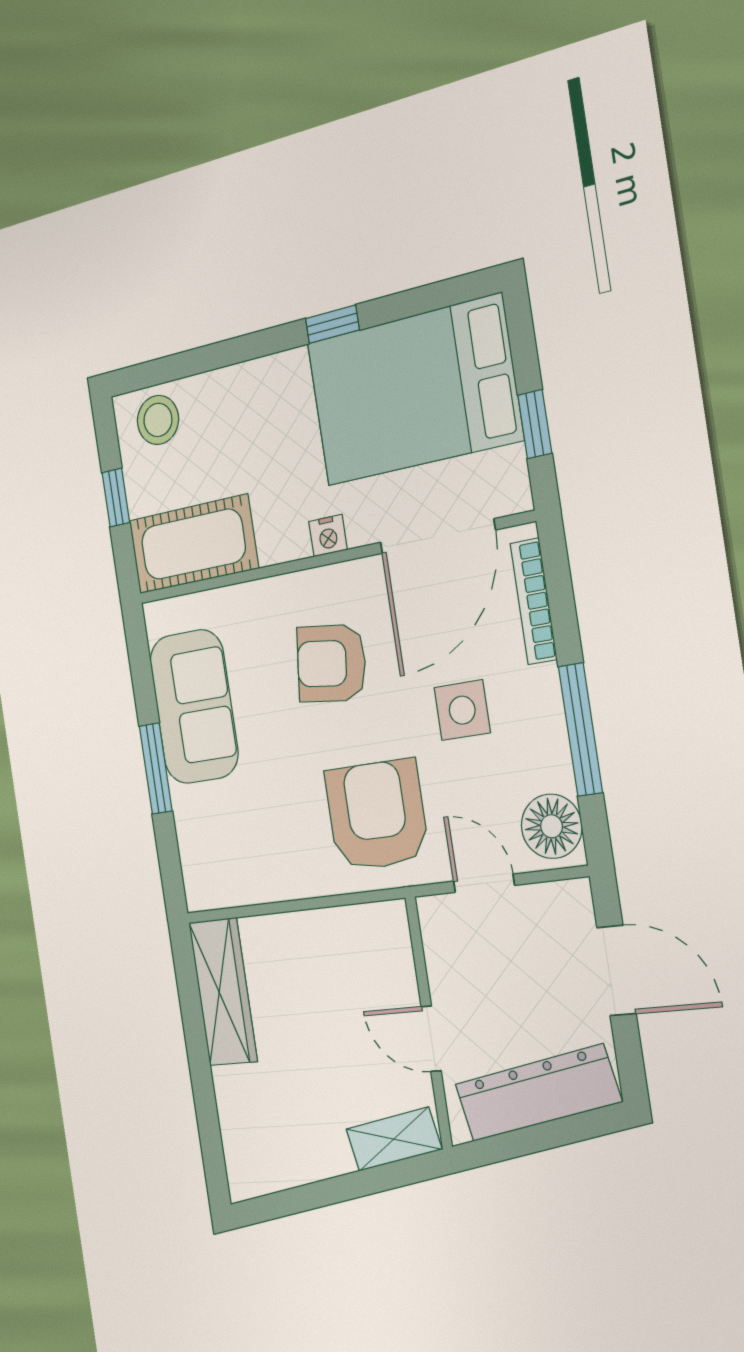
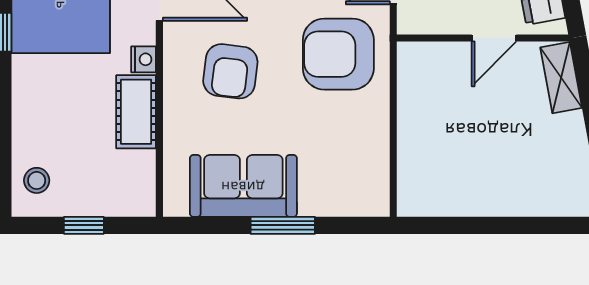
stool: (158, 420) -> (37, 180), width x0.73, depth x0.73
cot: (193, 544) -> (136, 112), moved, width x0.73, depth x0.75
wardrobe: (223, 992) -> (449, 197), removed

